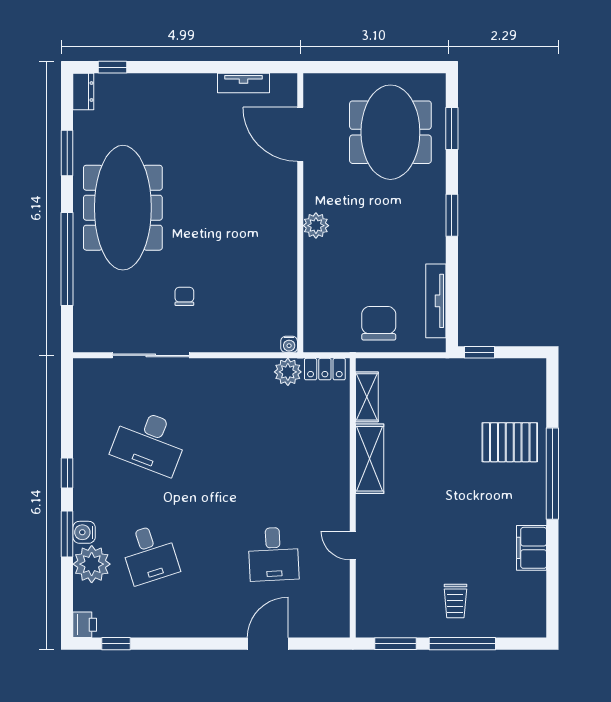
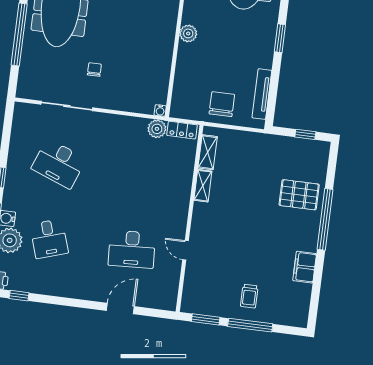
window: (479, 352) -> (305, 134), moved
shelving: (370, 459) -> (203, 186), width x0.67, depth x0.75
desk: (273, 554) -> (132, 249), width x1.37

